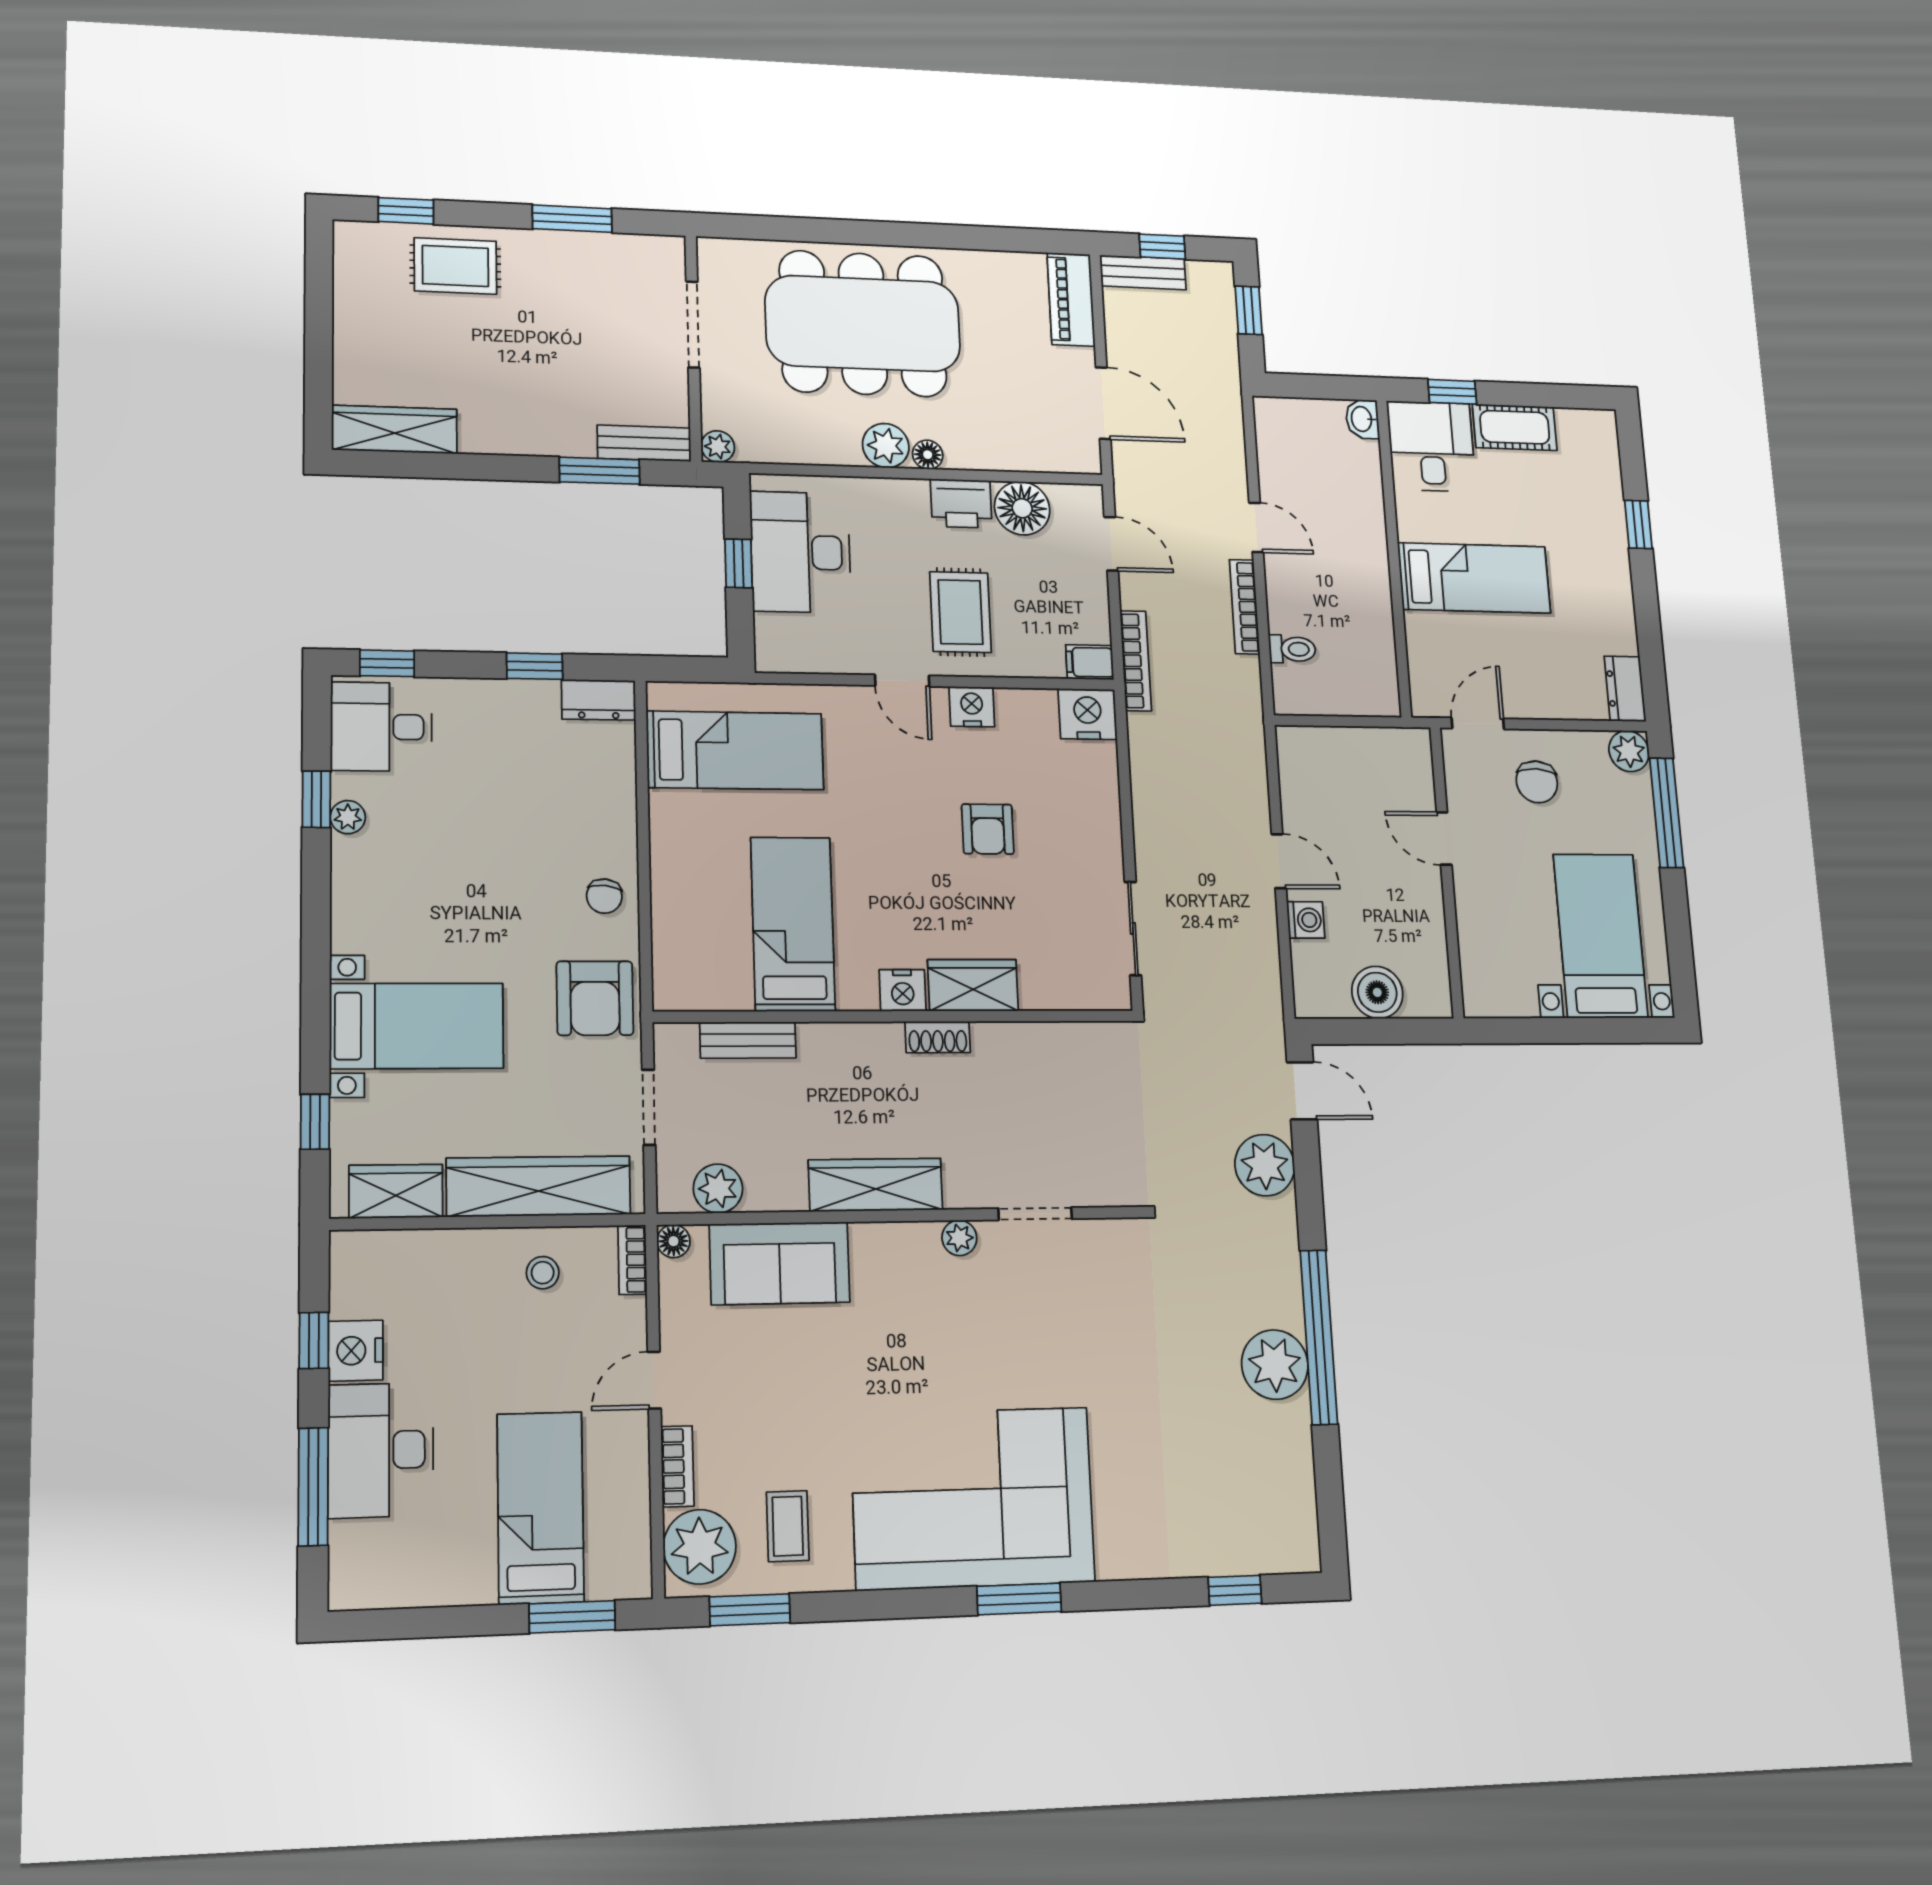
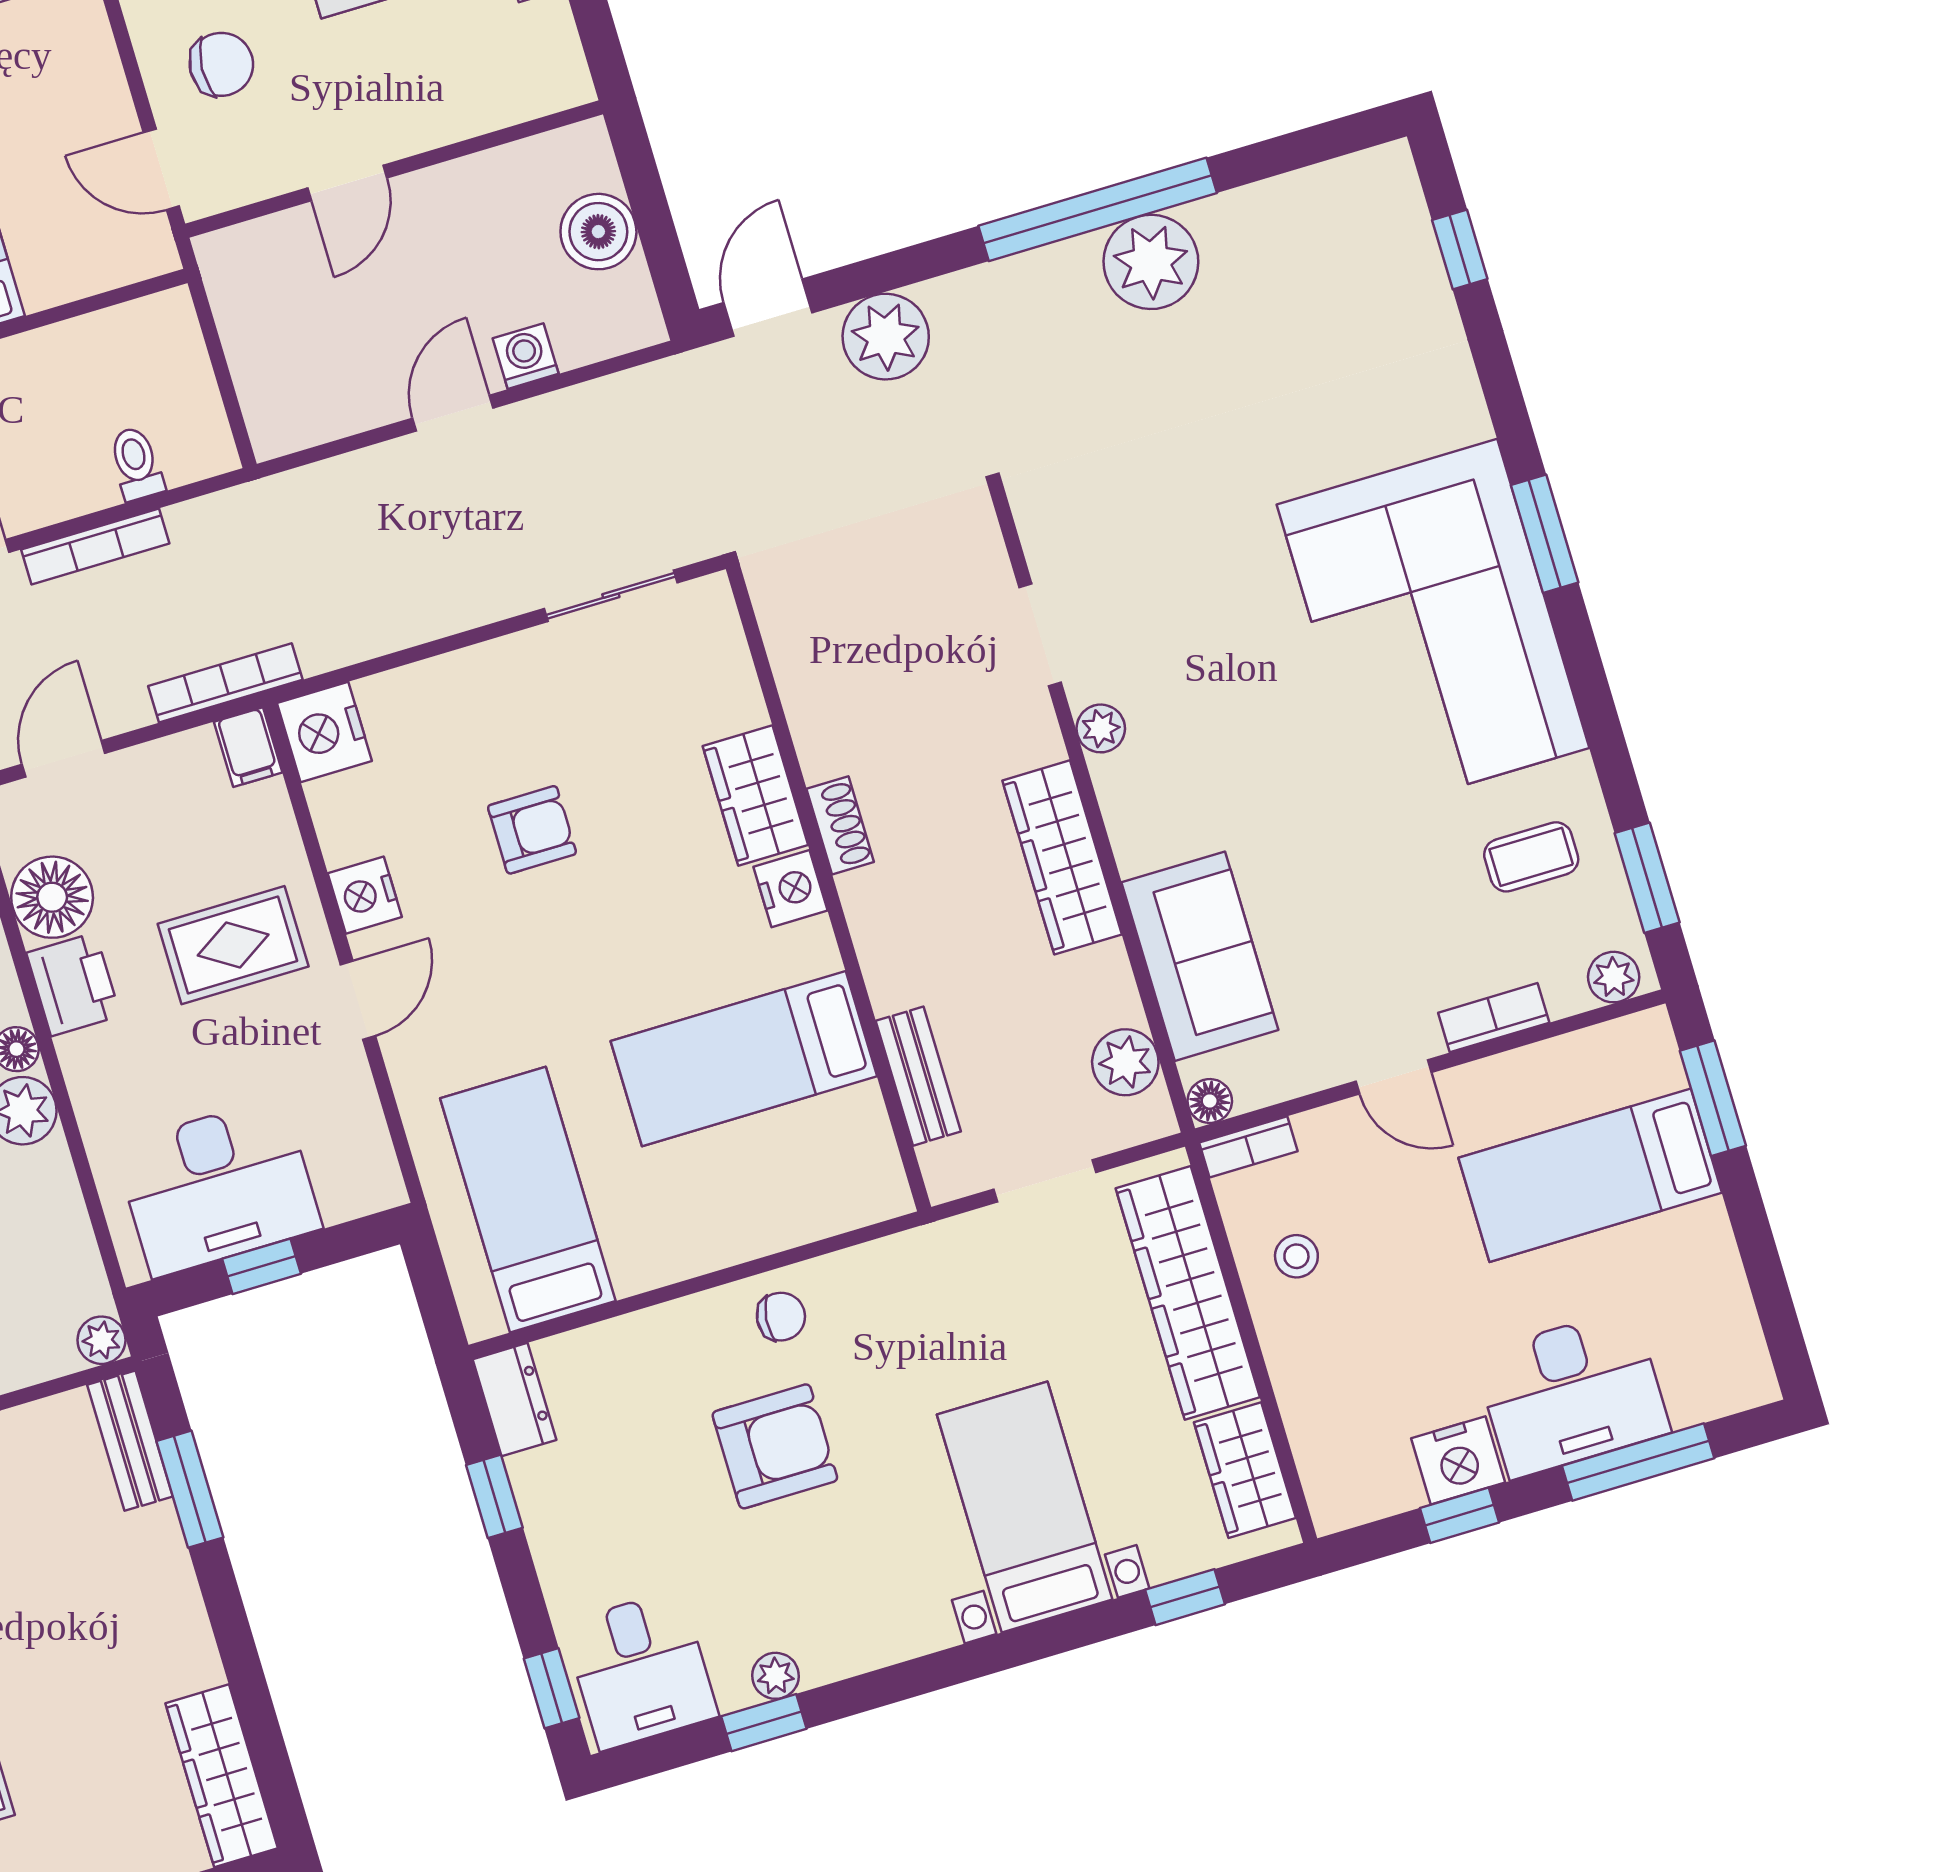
armchair: (595, 998) -> (775, 1446), moved
plant: (700, 1547) -> (1614, 977), width x0.53, depth x0.53

